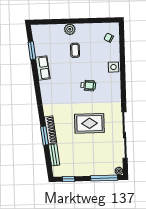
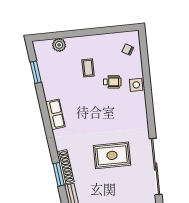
plant: (70, 29) -> (59, 45), moved
row of seats: (43, 68) -> (55, 114), moved
wheelchair: (88, 85) -> (112, 82), moved

